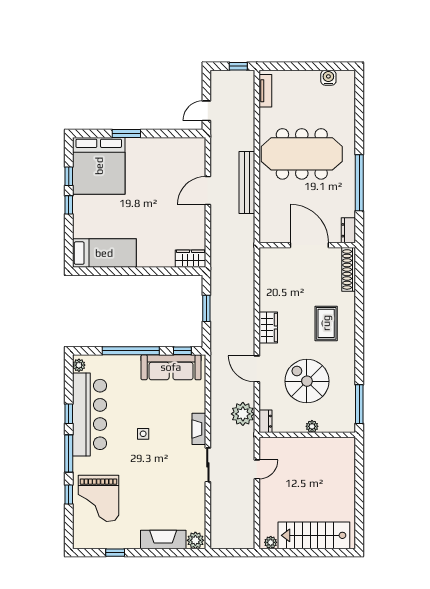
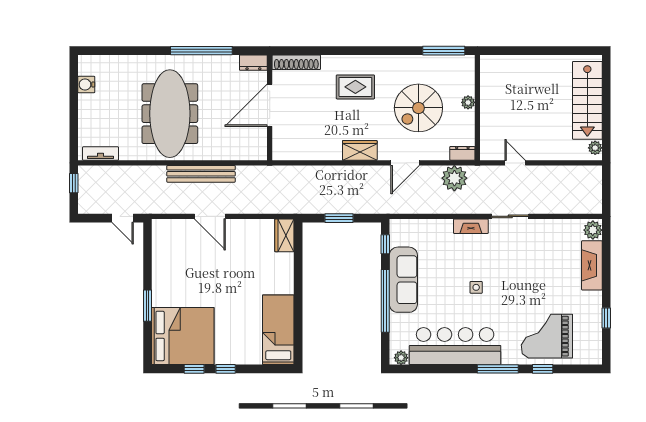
sofa: (171, 367) -> (403, 280), moved
window: (69, 414) -> (454, 369), removed
grand piano: (99, 498) -> (547, 336), turned 180

